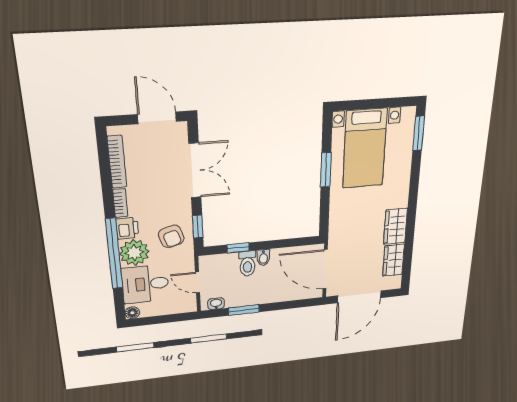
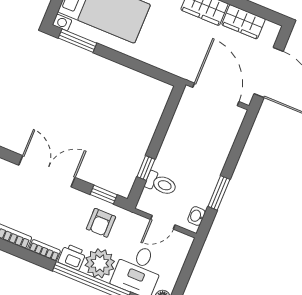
window: (326, 170) -> (77, 41), moved
armchair: (171, 236) -> (101, 223), turned 107
bidet: (263, 257) -> (170, 149), removed
toilet: (247, 264) -> (161, 184), moved
door: (325, 269) -> (216, 94), swing flipped

